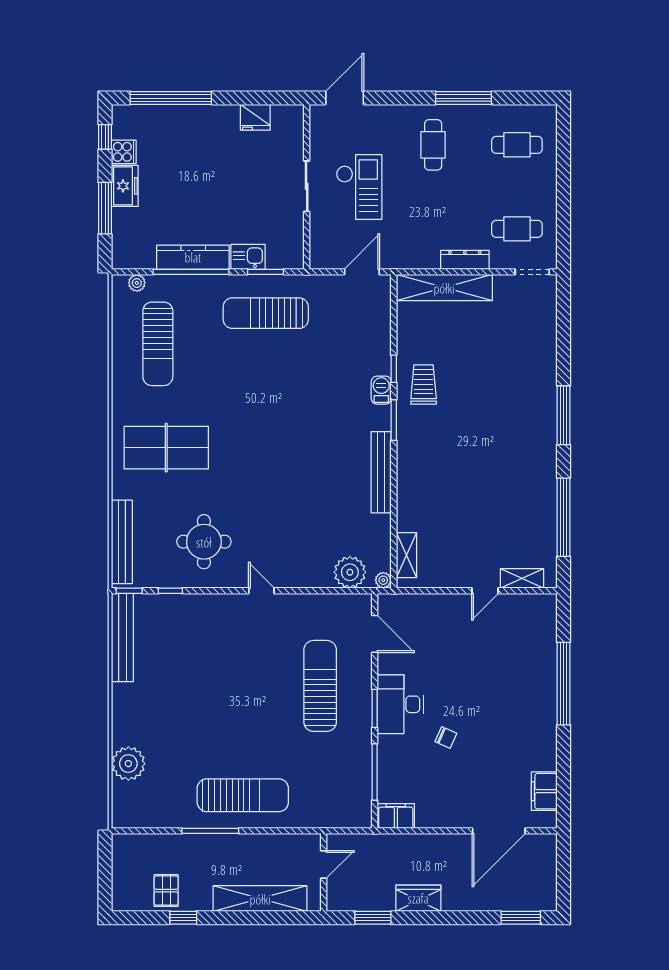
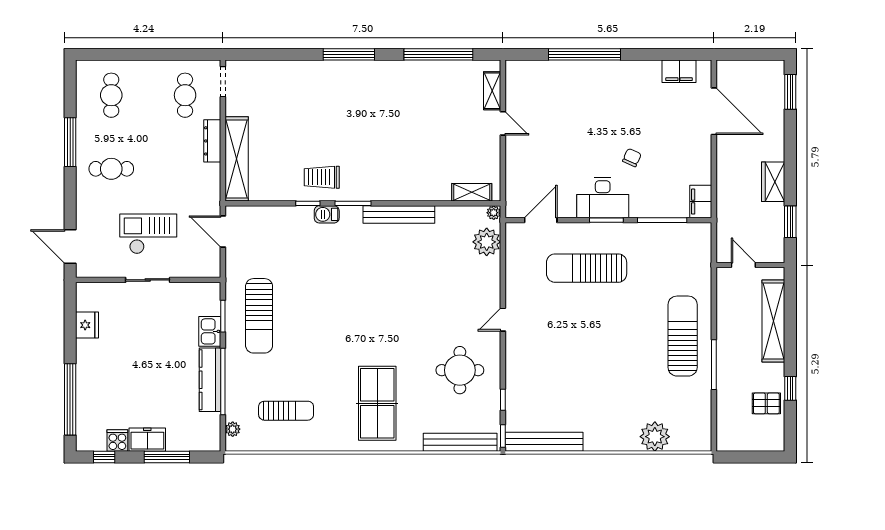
sun lounger: (158, 344) -> (286, 411), width x0.73, depth x0.75

